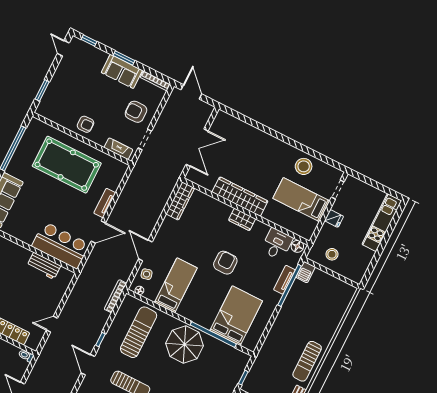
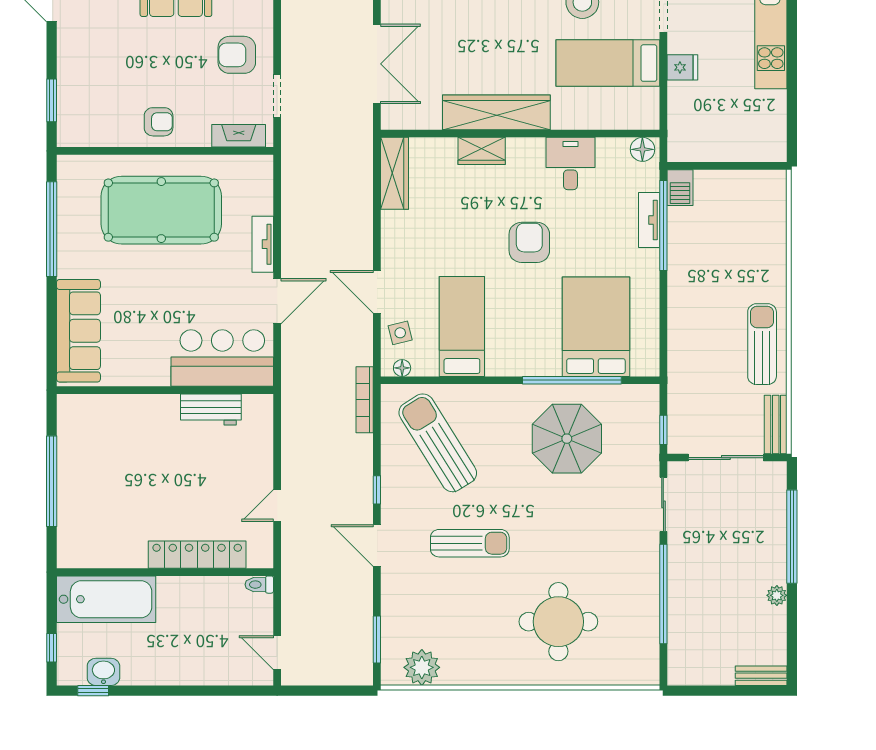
wardrobe: (242, 219) -> (482, 151), moved
desk: (277, 244) -> (570, 164), moved
stool: (332, 254) -> (711, 133), removed
sun lounger: (139, 332) -> (438, 443), turned -32
parasol: (185, 344) -> (567, 439), moved
sun lounger: (307, 361) -> (762, 344), turned 180

